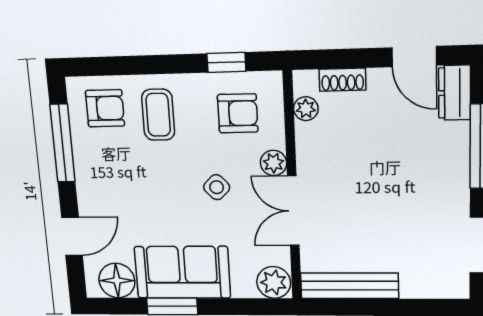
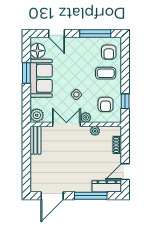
dresser: (455, 93) -> (107, 186), width x1.44
plant: (306, 109) -> (95, 131), moved
bench: (349, 286) -> (35, 140), width x0.73

